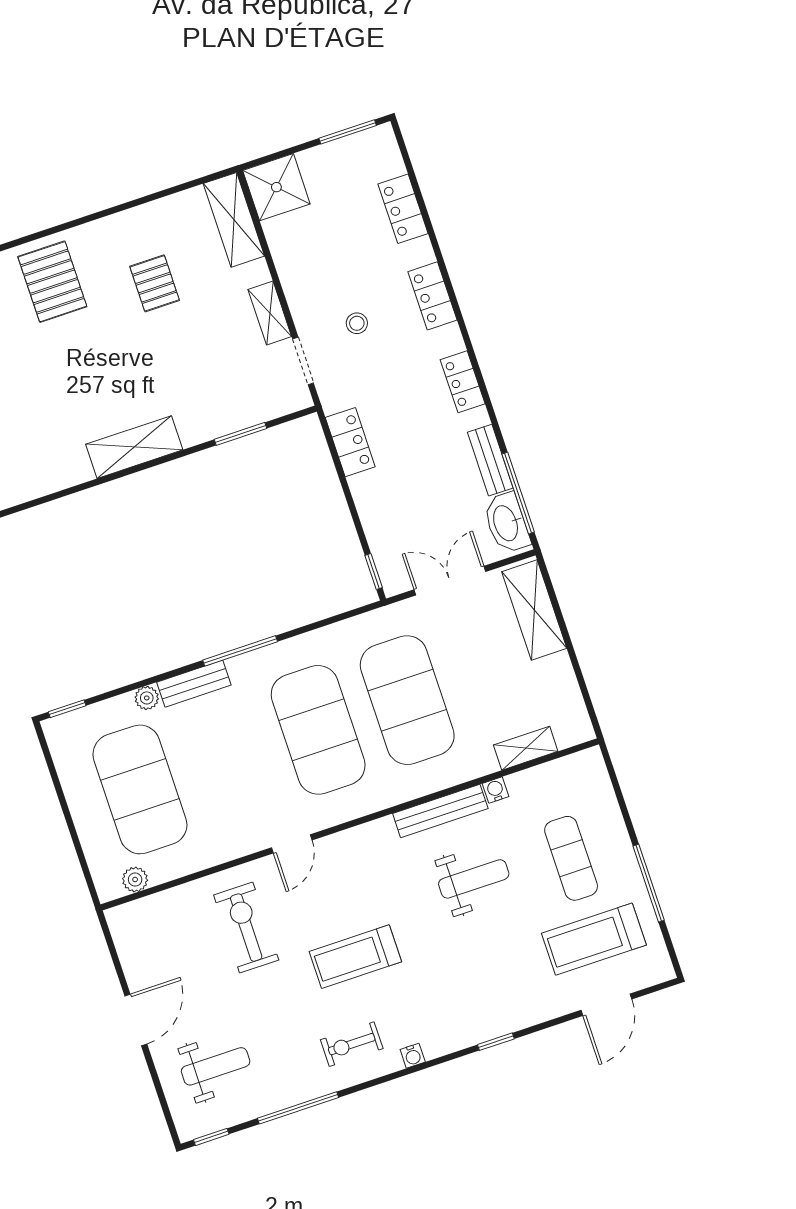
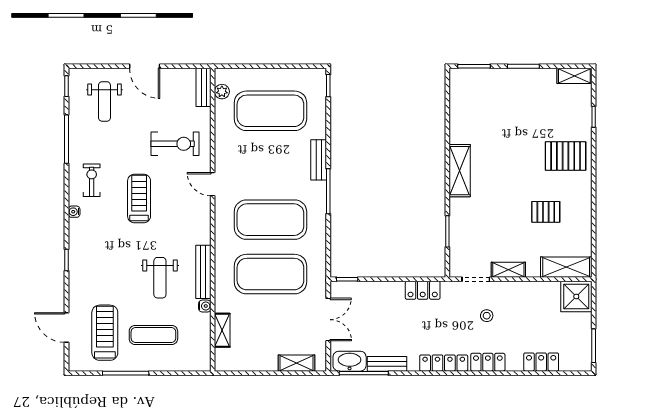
locker: (463, 382) -> (444, 363), width x1.53
shelving: (534, 610) -> (297, 363), width x0.67, depth x0.75
plant: (147, 698) -> (320, 131), removed
bench: (138, 912) -> (204, 87), added

